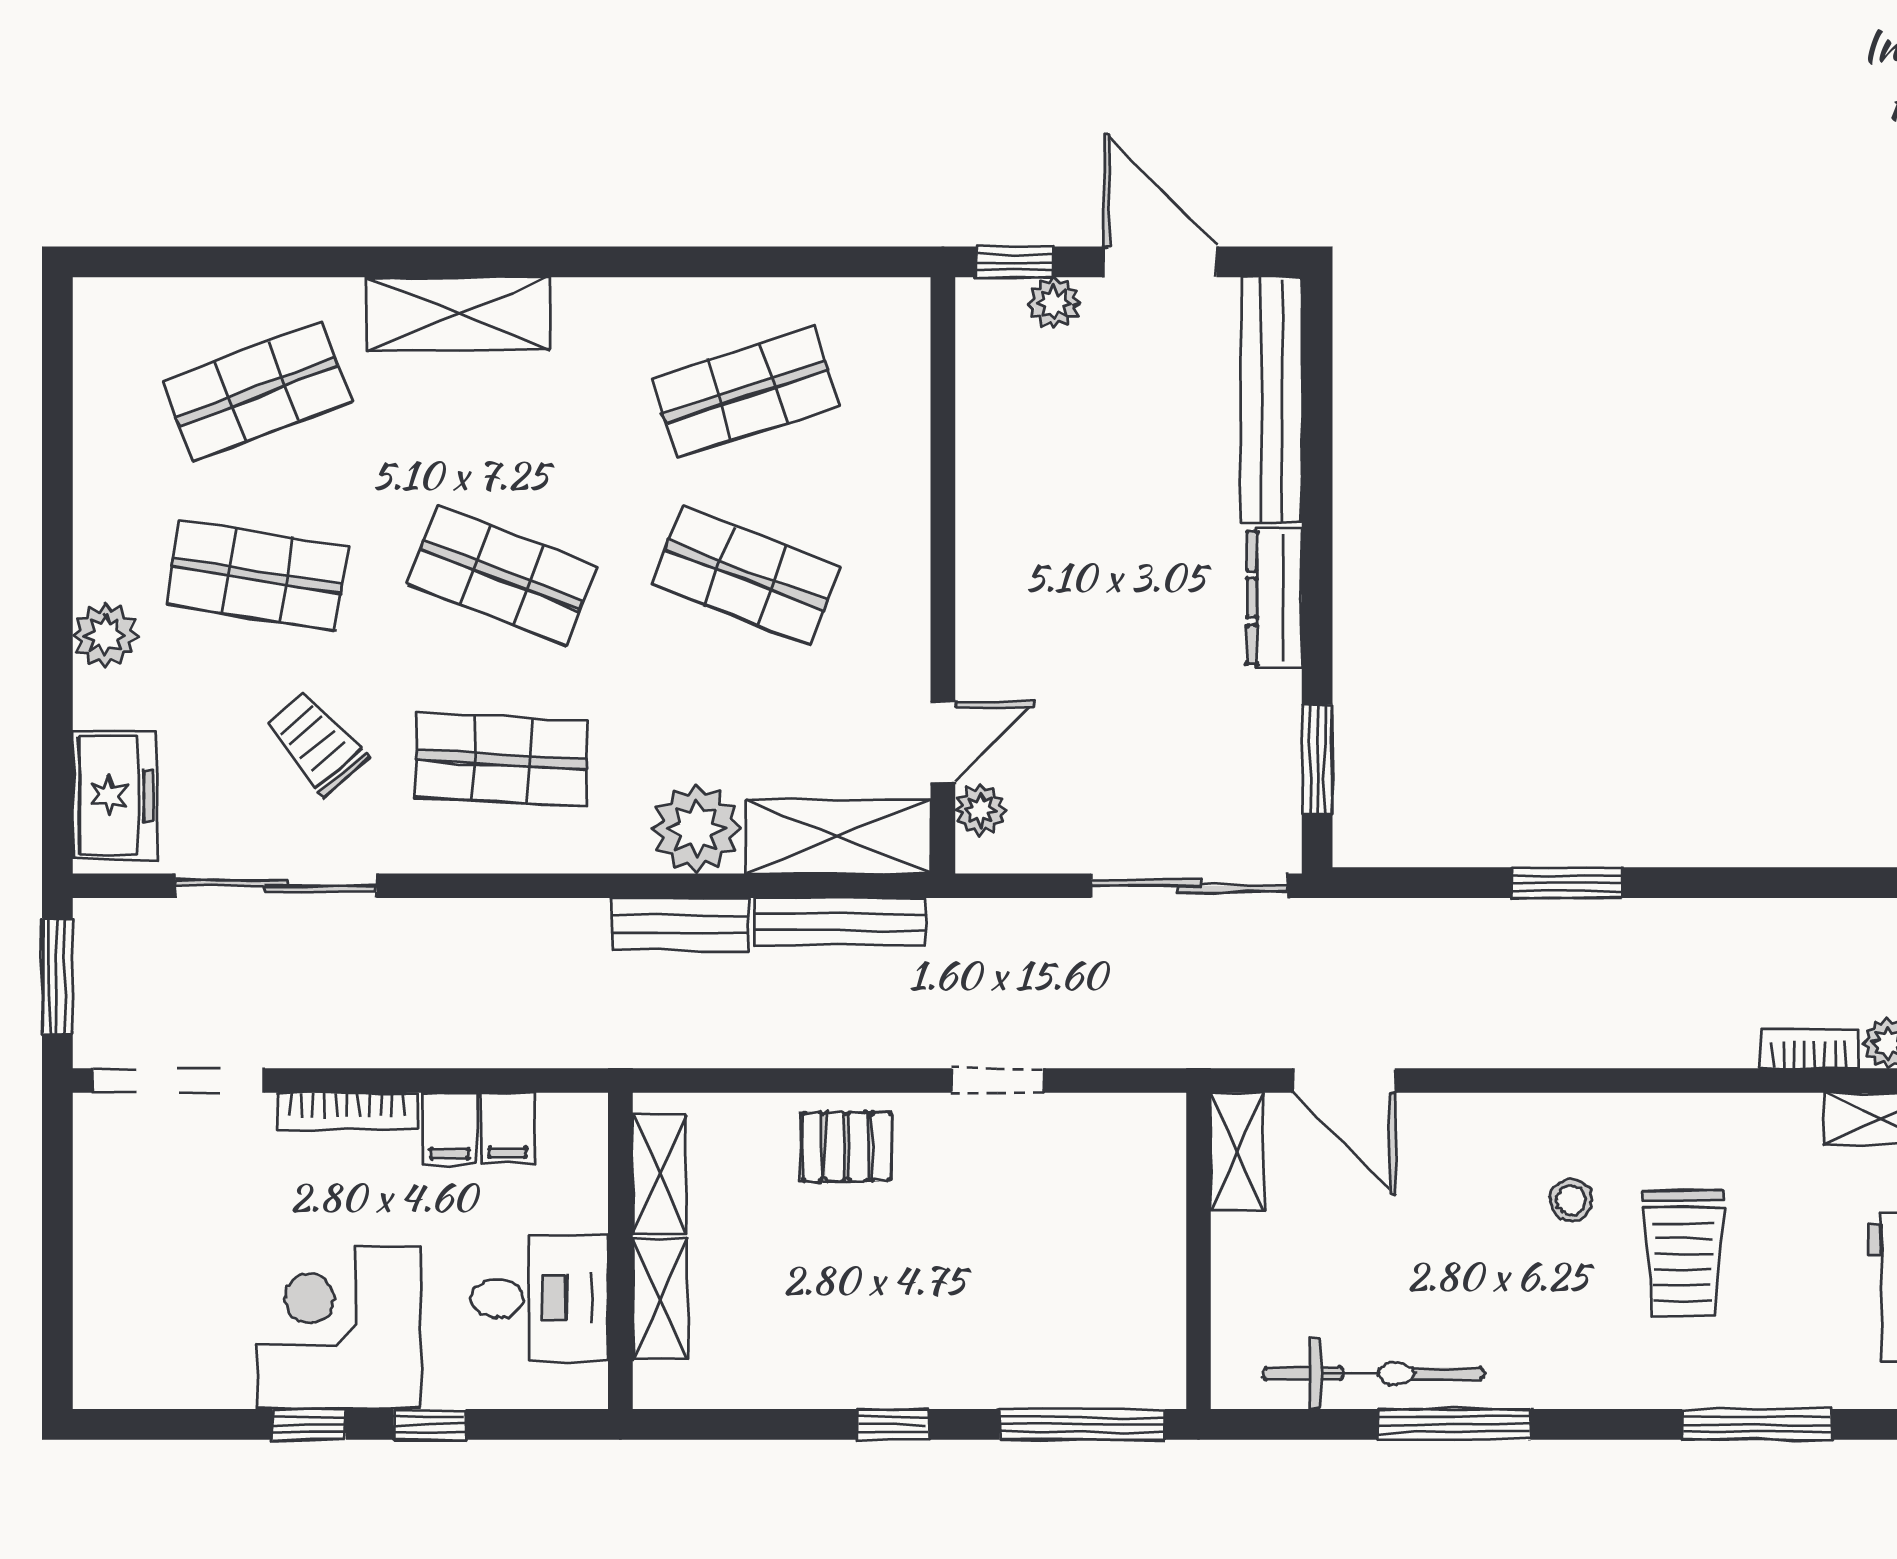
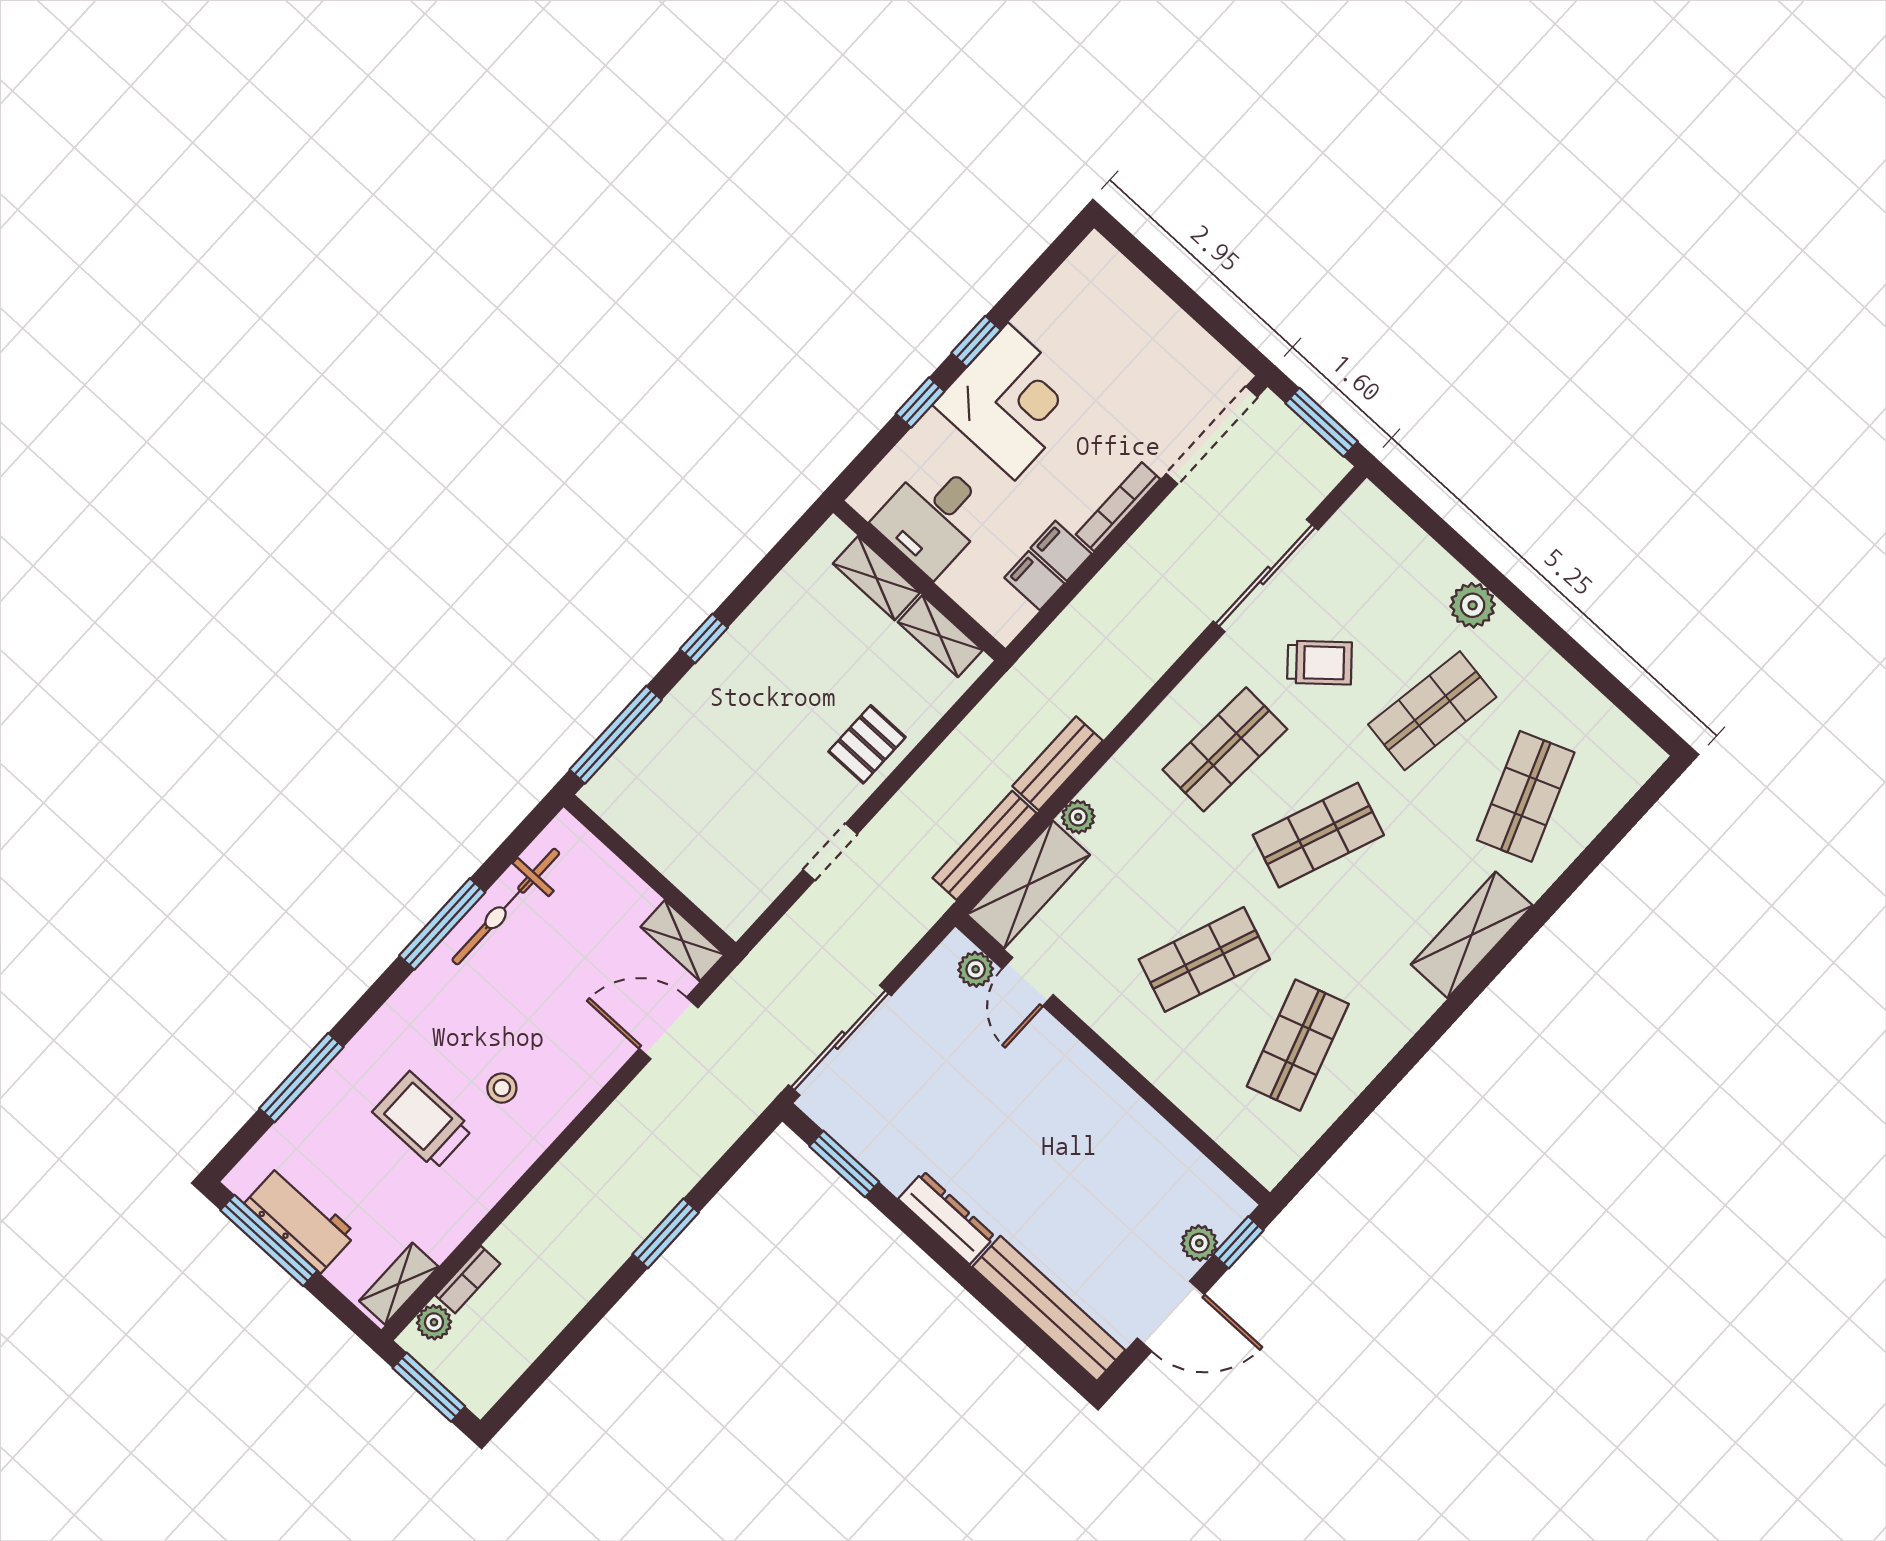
freezer: (114, 796) -> (1387, 535), removed
plant: (696, 829) -> (1078, 817), width x0.53, depth x0.53

